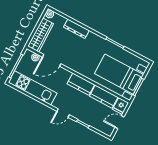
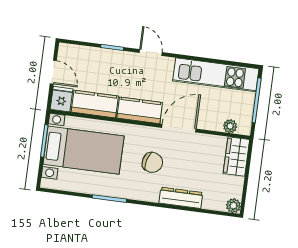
wardrobe: (41, 35) -> (236, 157), width x0.67
chair: (85, 54) -> (152, 162), added
door: (52, 60) -> (179, 128), moved
door: (63, 113) -> (151, 52), hinge flipped
door: (120, 122) -> (53, 72), hinge flipped

